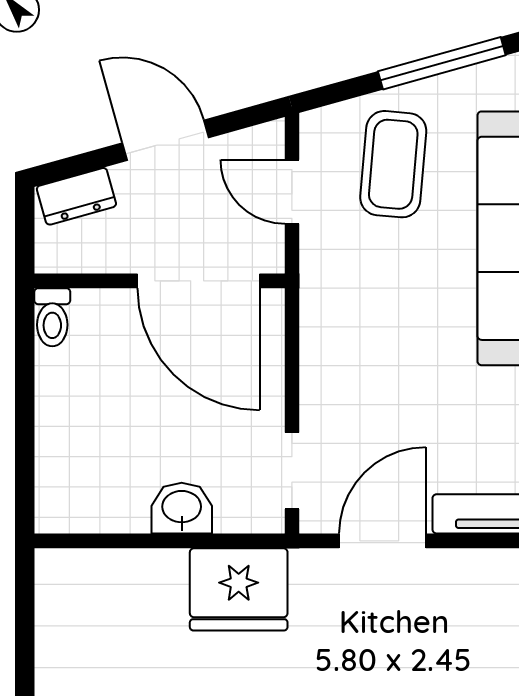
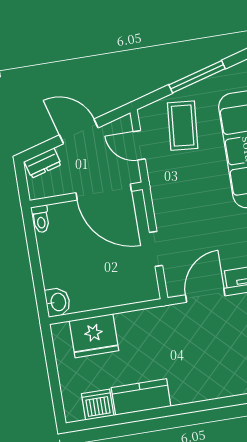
doorway: (292, 471) -> (156, 249), moved
washbasin: (182, 508) -> (58, 302), moved, turned 90
fridge: (239, 589) -> (94, 336), moved

